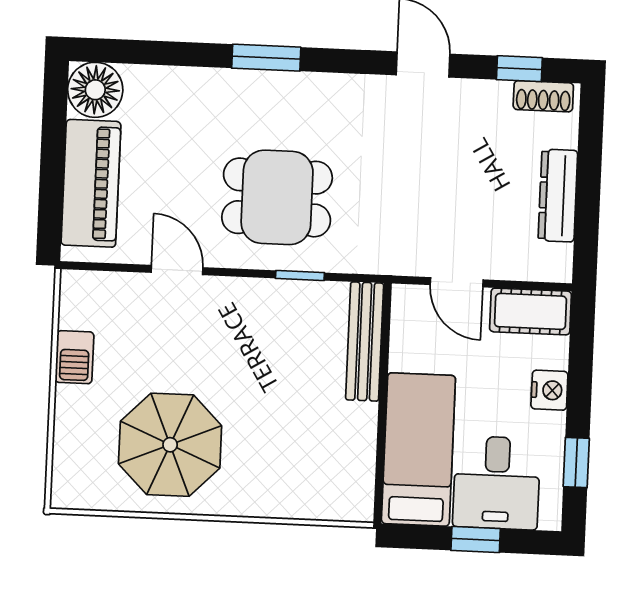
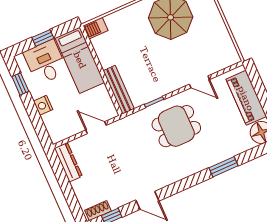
window: (266, 58) -> (223, 167), moved
dresser: (558, 196) -> (68, 162), moved
cot: (530, 311) -> (64, 130), removed
barbecue: (74, 357) -> (96, 28), moved, turned -90

